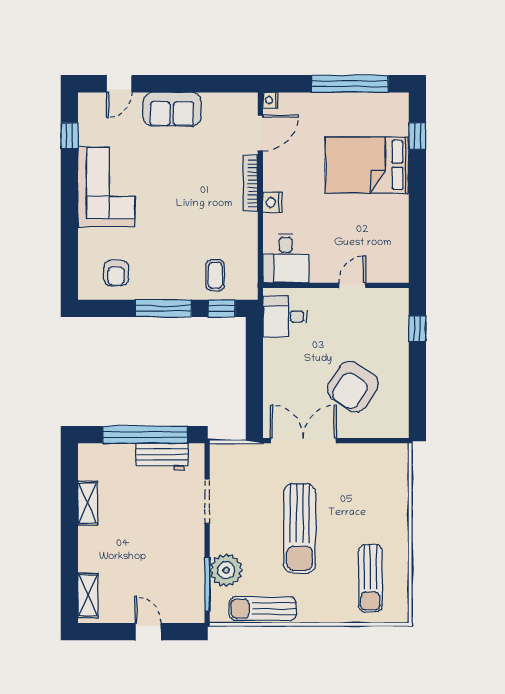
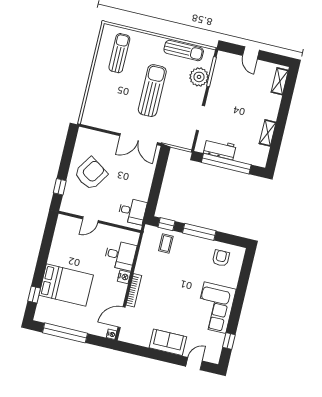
desk: (286, 258) -> (120, 255), moved, turned 90
armchair: (353, 387) -> (91, 174), moved

